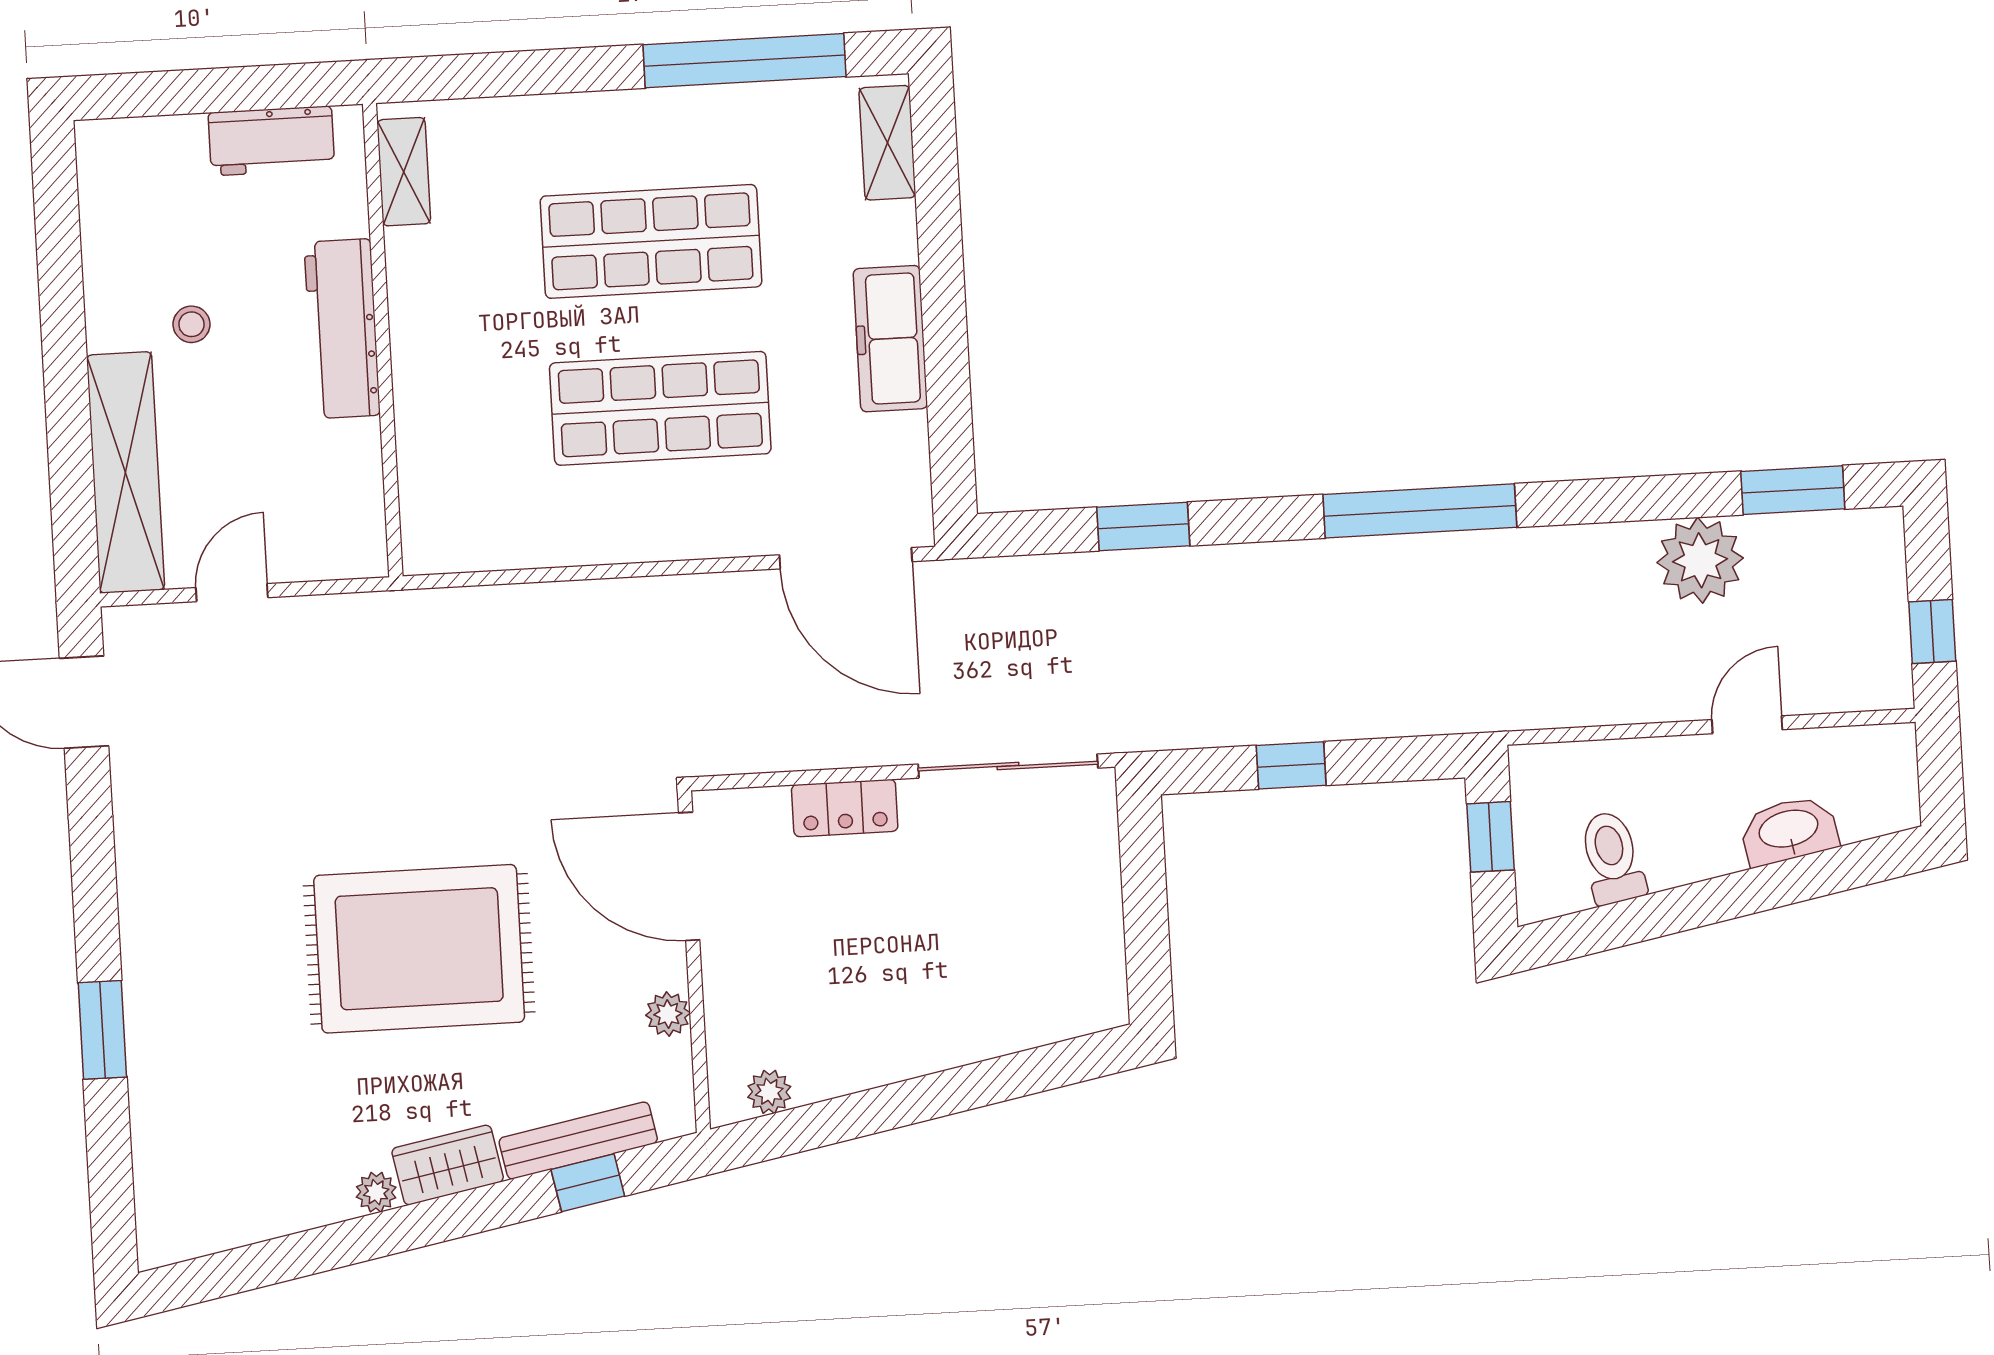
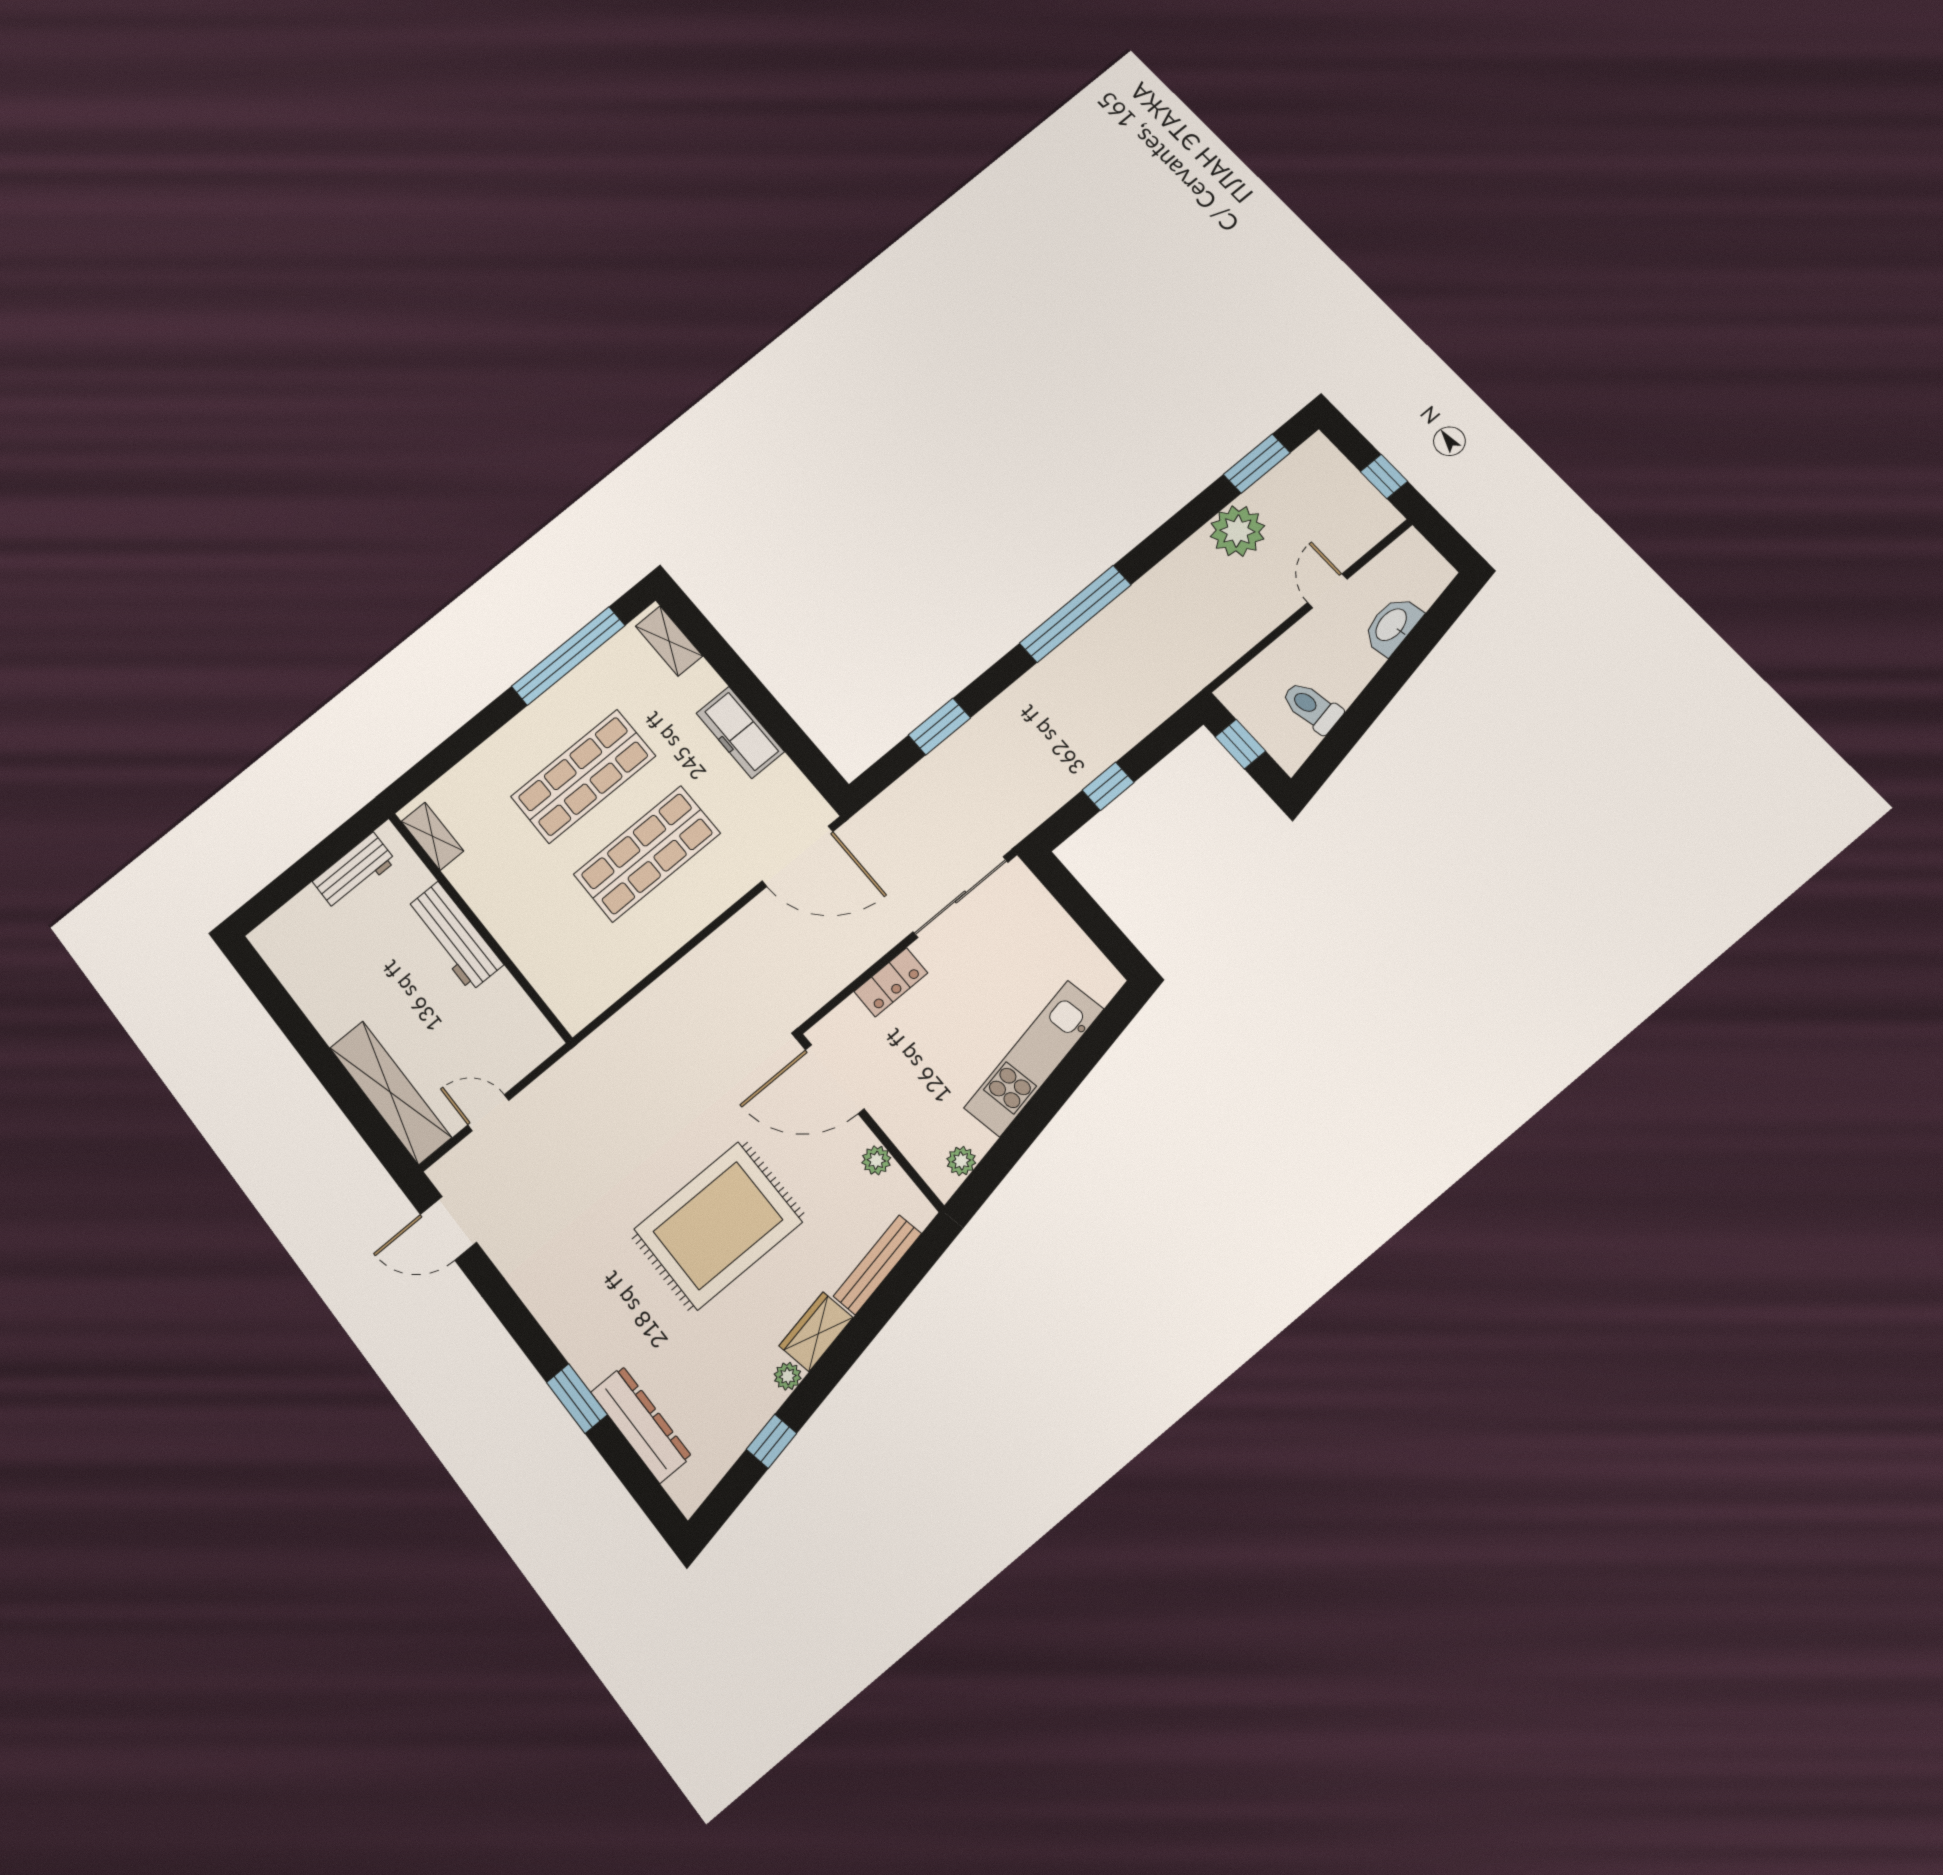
stool: (192, 324) -> (374, 992), removed
door: (232, 593) -> (488, 1113), hinge flipped
kitchen unit: (948, 1034) -> (1034, 1058), added
dresser: (160, 1118) -> (641, 1424), added
window: (588, 1183) -> (771, 1441), moved

